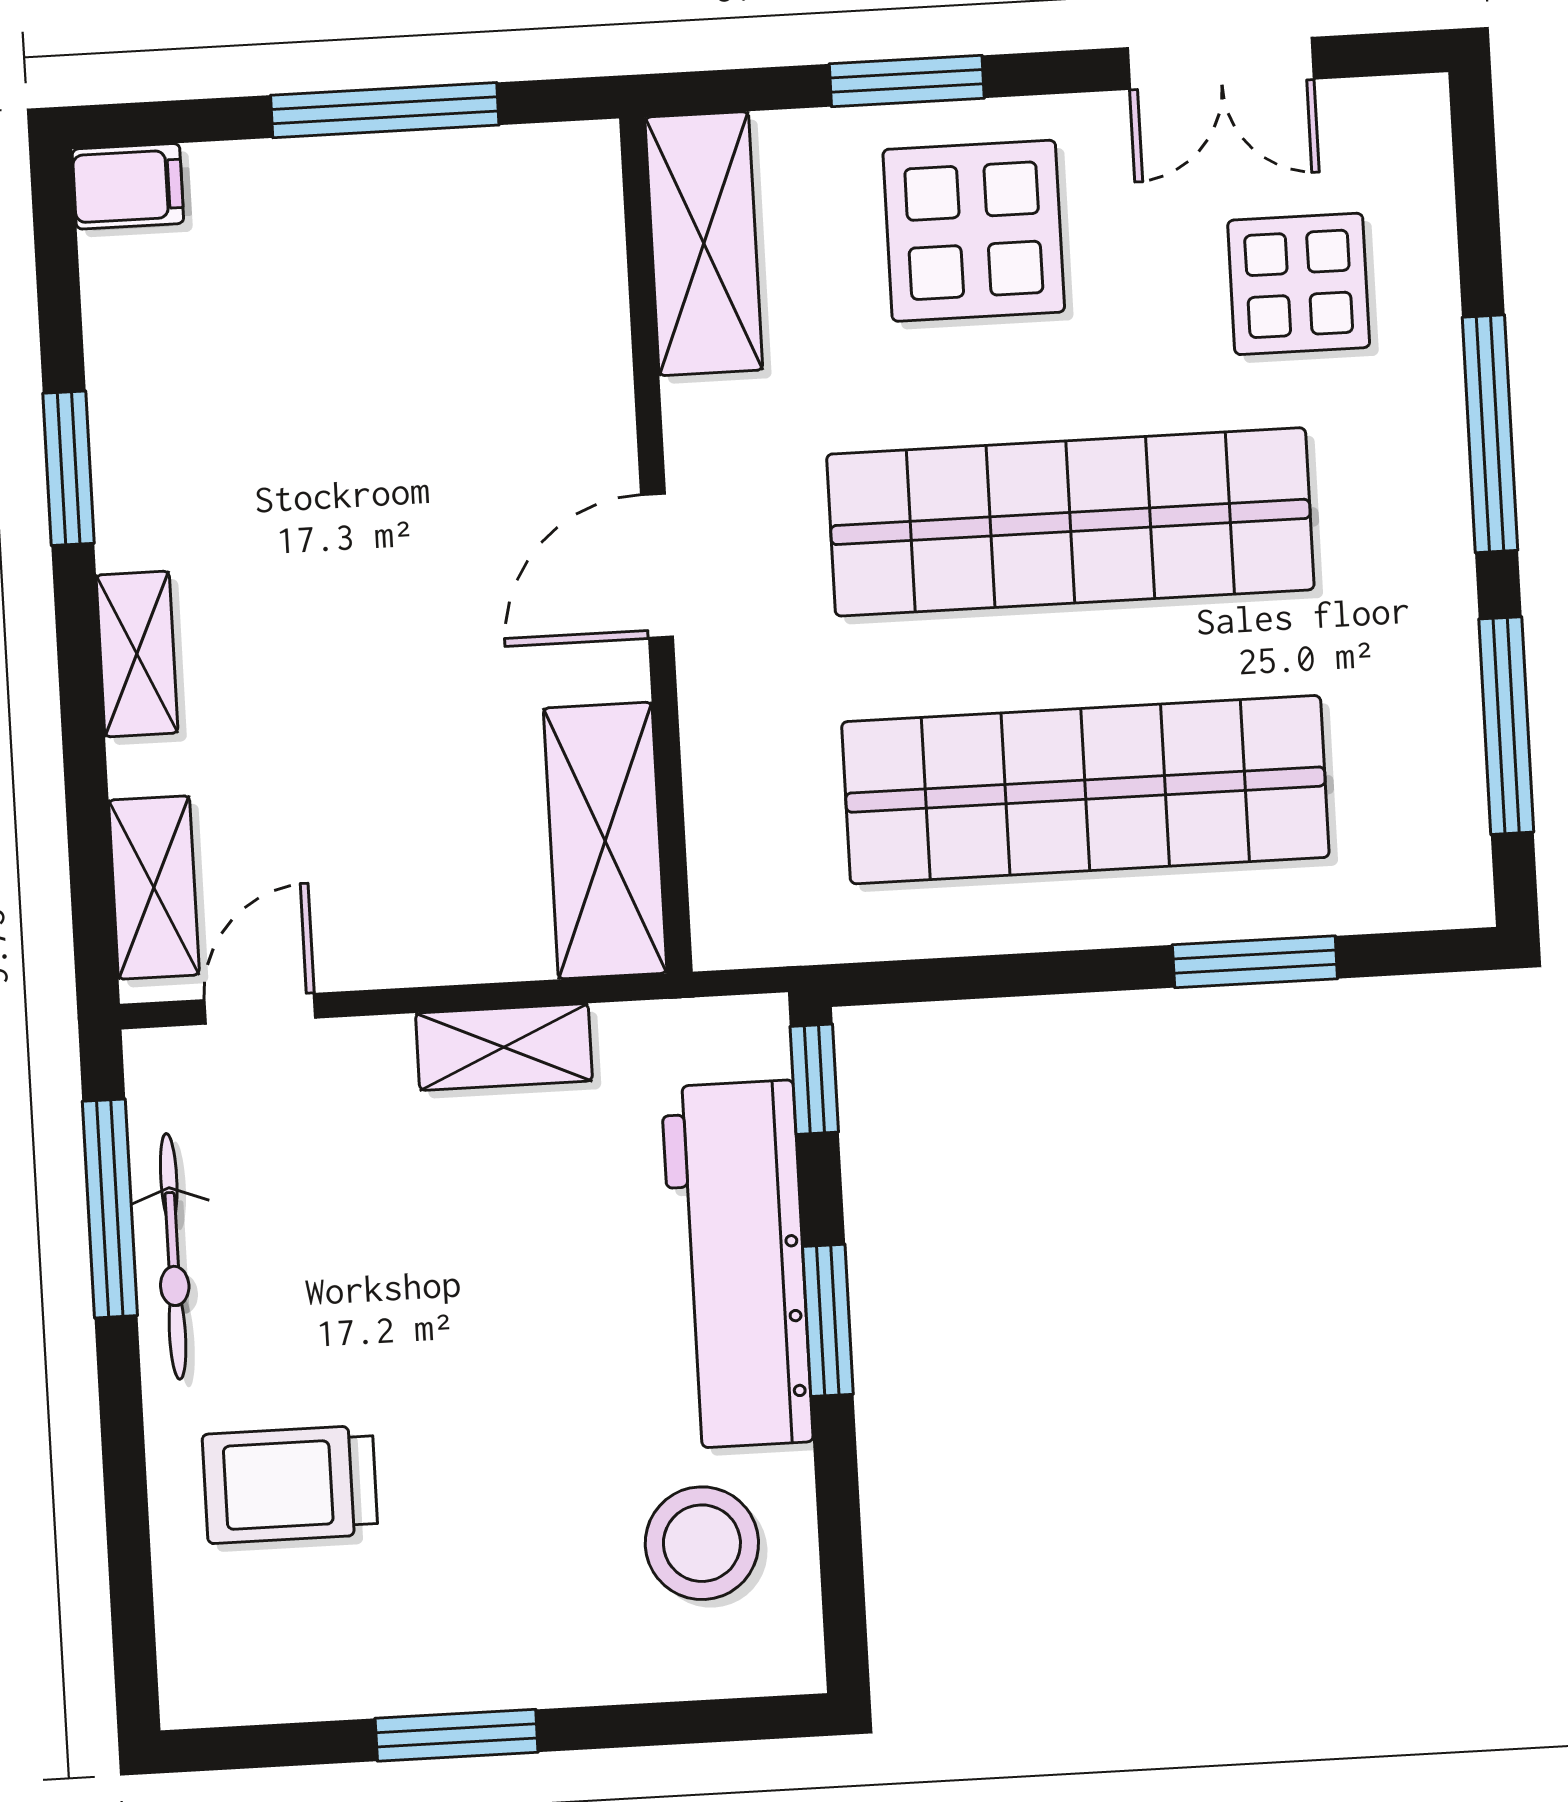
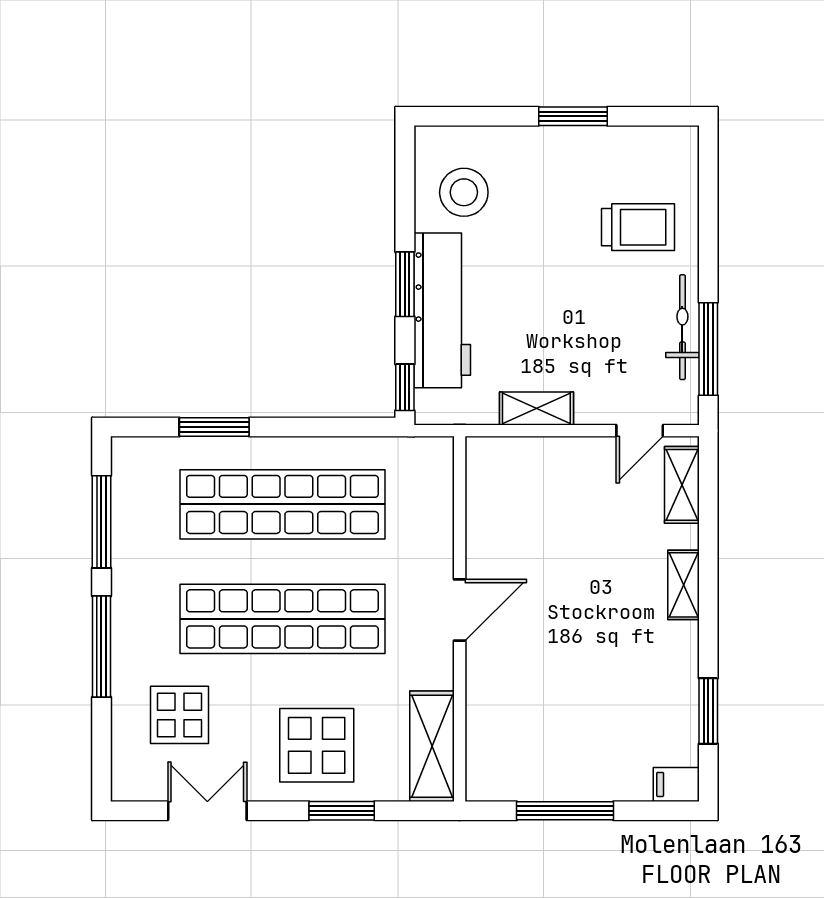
window: (69, 468) -> (708, 711), moved
shelving: (605, 841) -> (488, 494), removed

